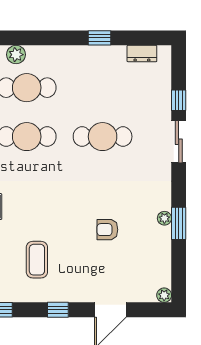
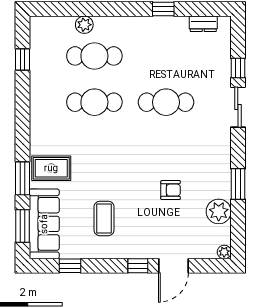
plant: (164, 218) -> (219, 211), moved, width x1.87, depth x1.87
armchair: (107, 230) -> (171, 190), turned 180
window: (58, 310) -> (138, 266), moved

